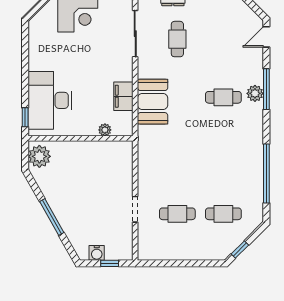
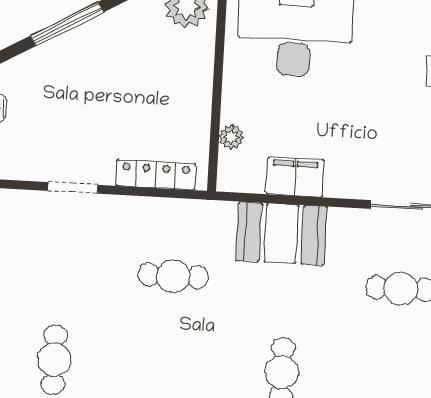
locker: (126, 167) -> (156, 175), added
cafe table: (177, 214) -> (173, 276), moved, turned 90

